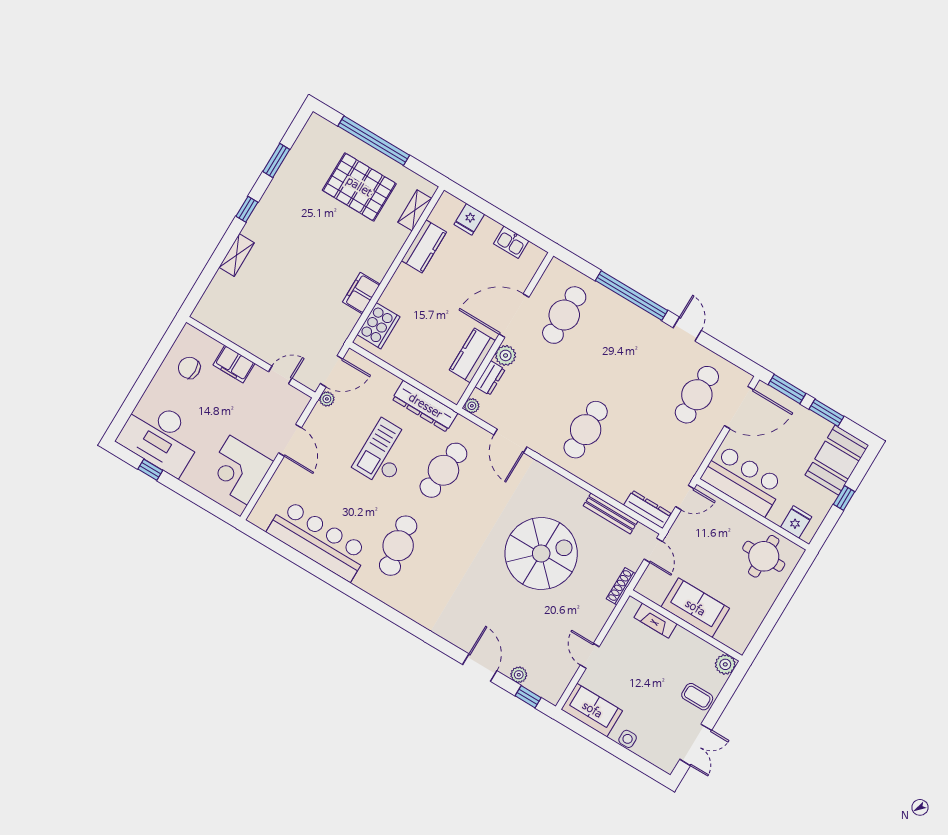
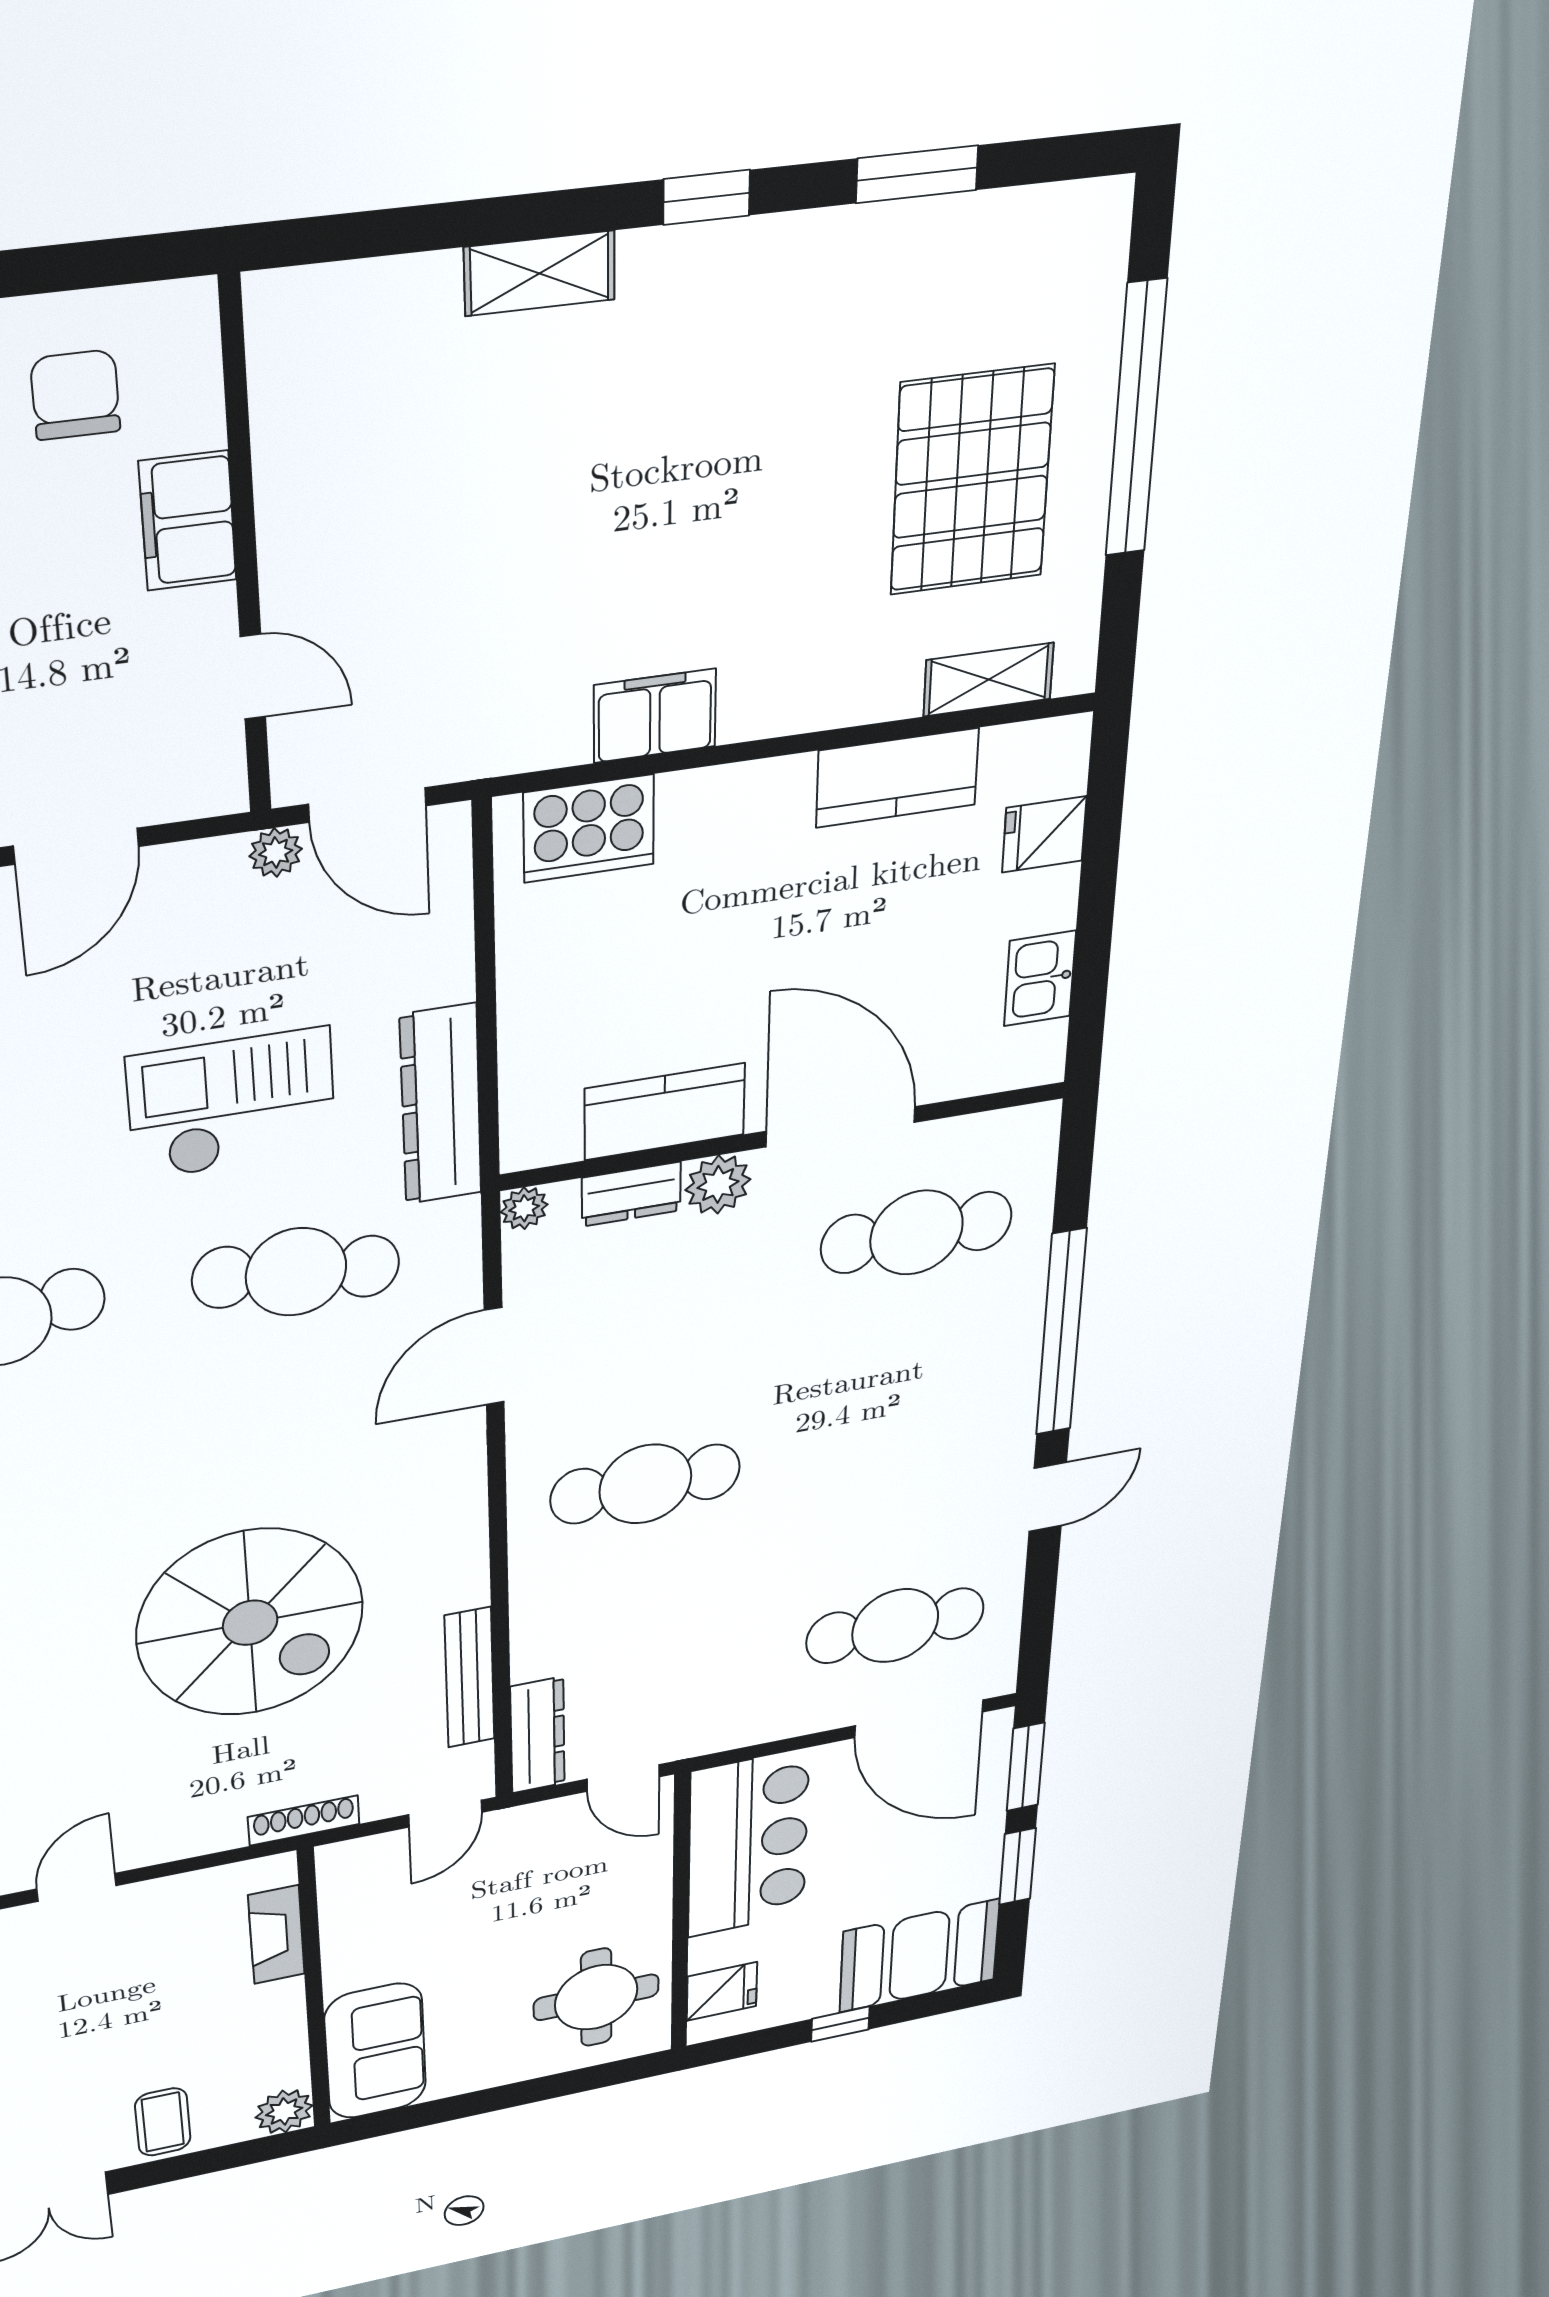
sofa: (695, 608) -> (375, 2051), moved

